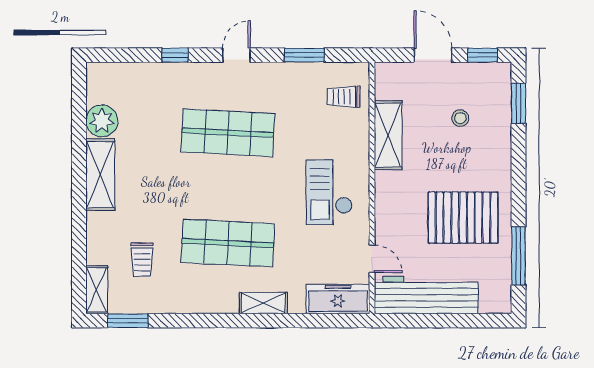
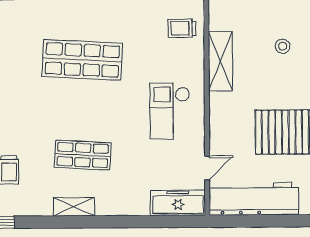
shop shelf: (228, 243) -> (83, 155), width x0.70, depth x0.74
door: (372, 259) -> (207, 168), hinge flipped
shelving: (263, 303) -> (74, 207), moved

